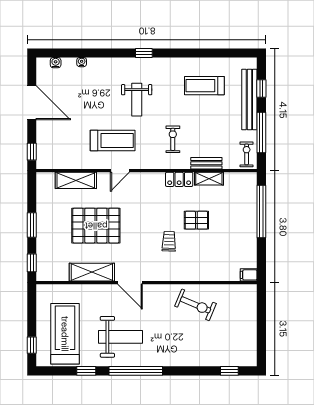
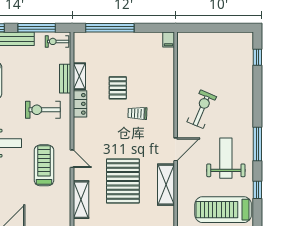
exercise bike: (173, 139) -> (43, 110), width x1.38, depth x1.39
exercise bike: (195, 305) -> (202, 109), moved
window: (136, 371) -> (257, 144), width x0.68

